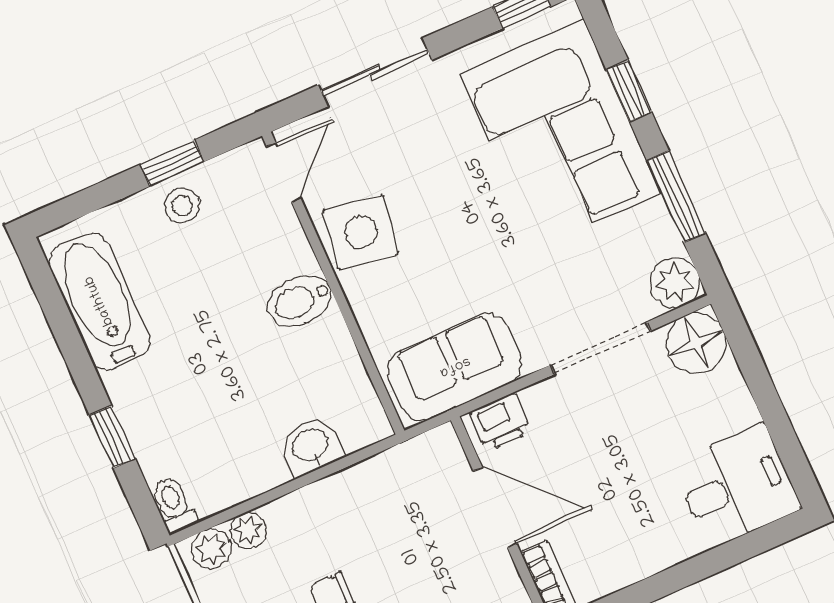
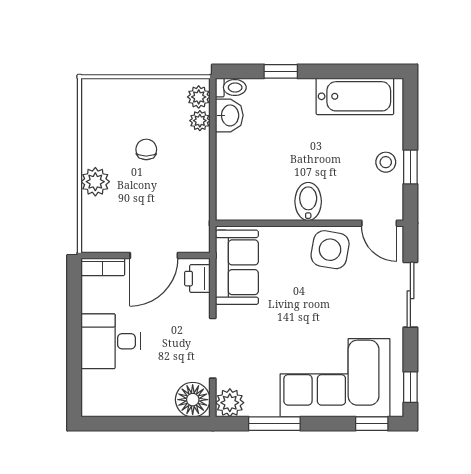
window: (629, 91) -> (372, 424), moved
washbasin: (311, 446) -> (229, 115), moved
desk: (737, 486) -> (111, 341), moved, turned 90

